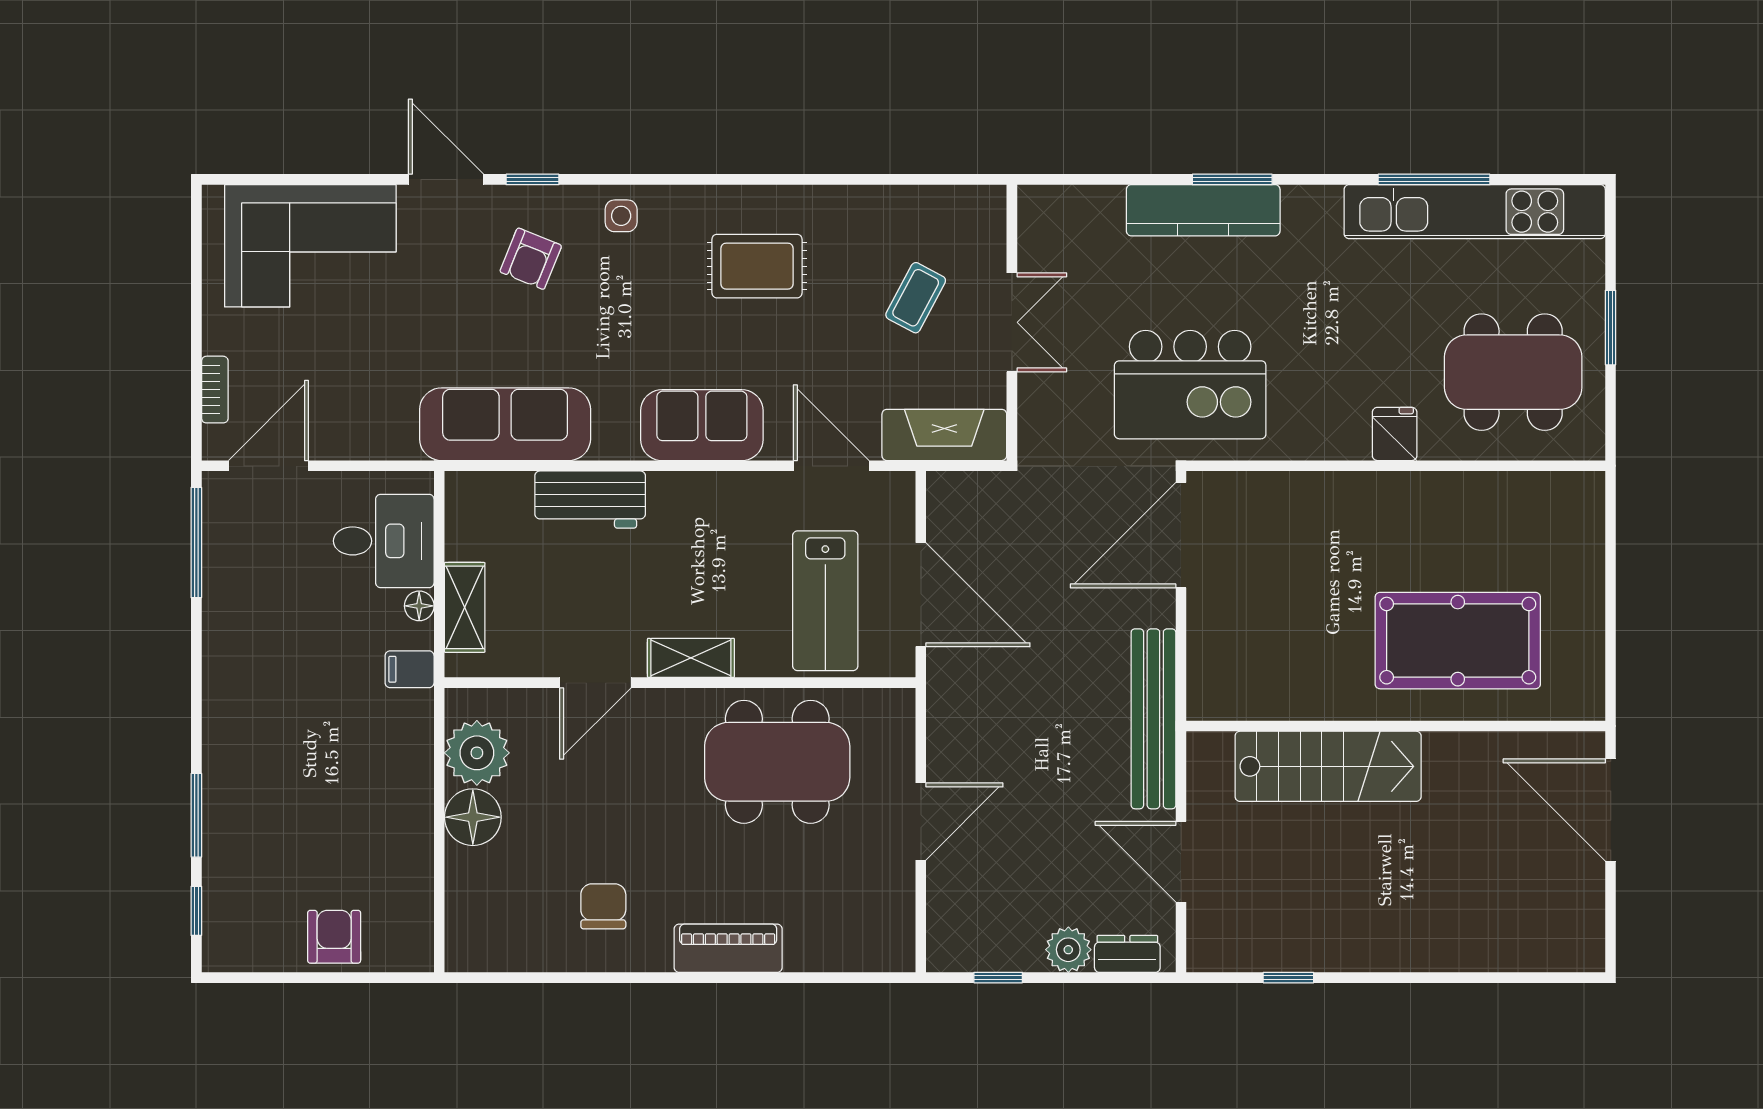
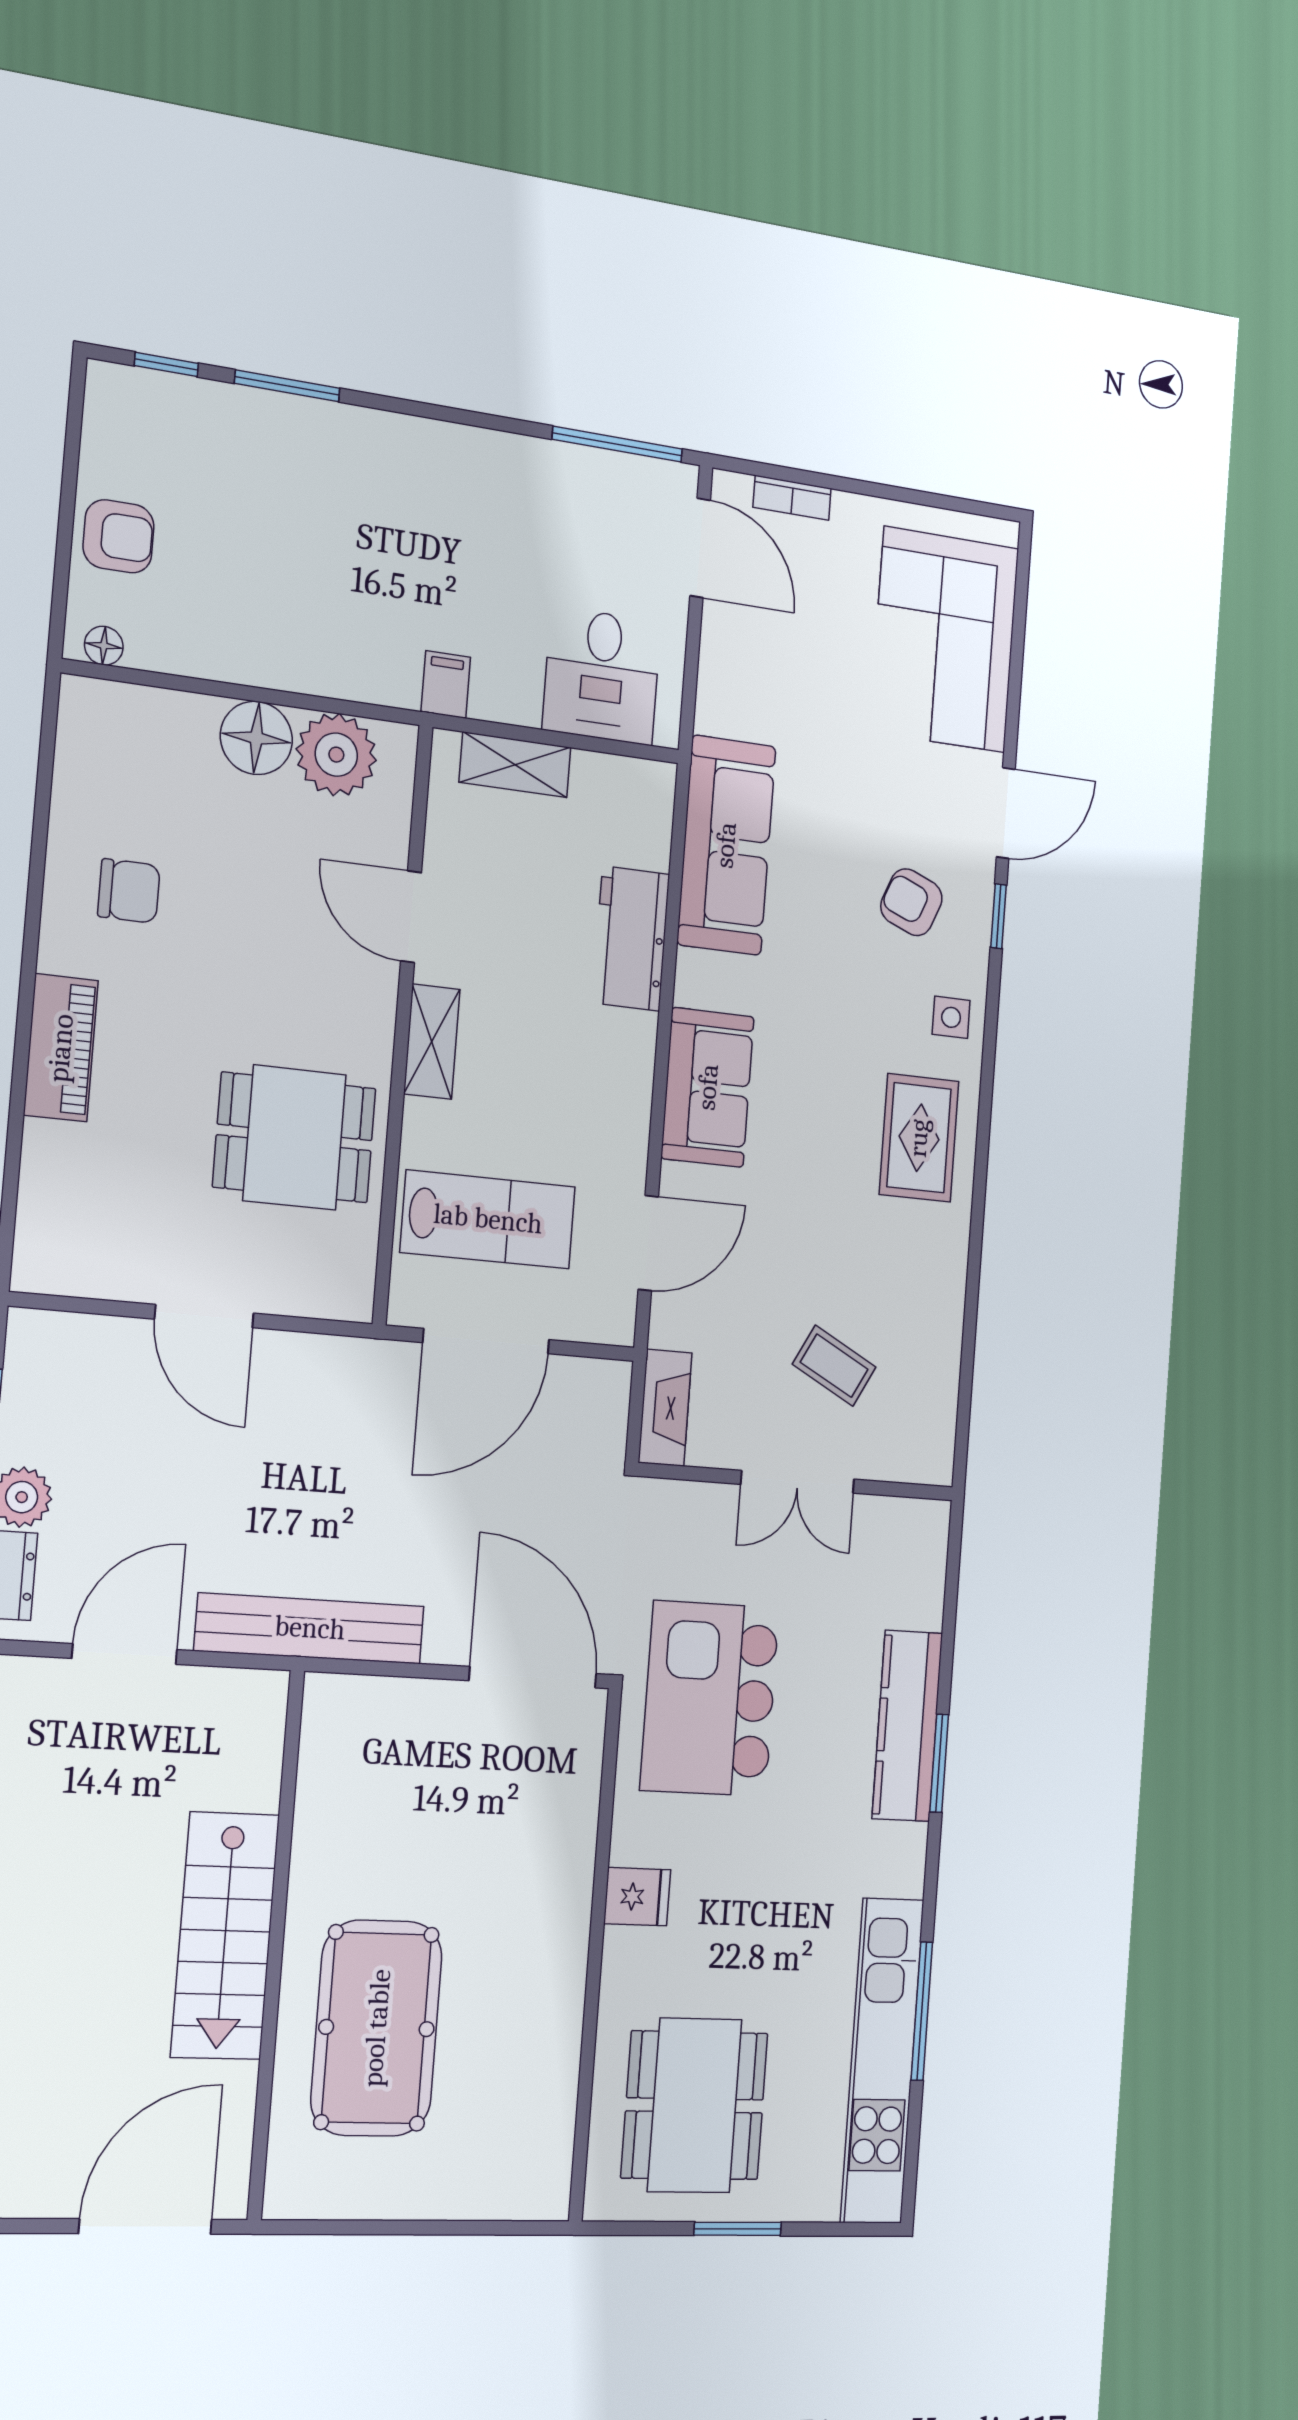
rug: (757, 266) -> (919, 1138), moved
fridge: (1395, 434) -> (637, 1897), moved
fireplace: (944, 435) -> (665, 1408), width x0.73, depth x0.76
lab bench: (825, 601) -> (488, 1219), turned 180
floor lamp: (419, 606) -> (104, 646), moved
dining table: (777, 762) -> (295, 1138), width x0.73
stairs: (1328, 766) -> (225, 1936), moved

